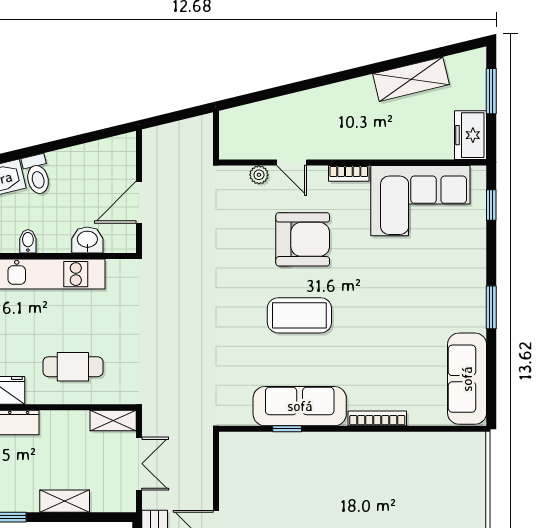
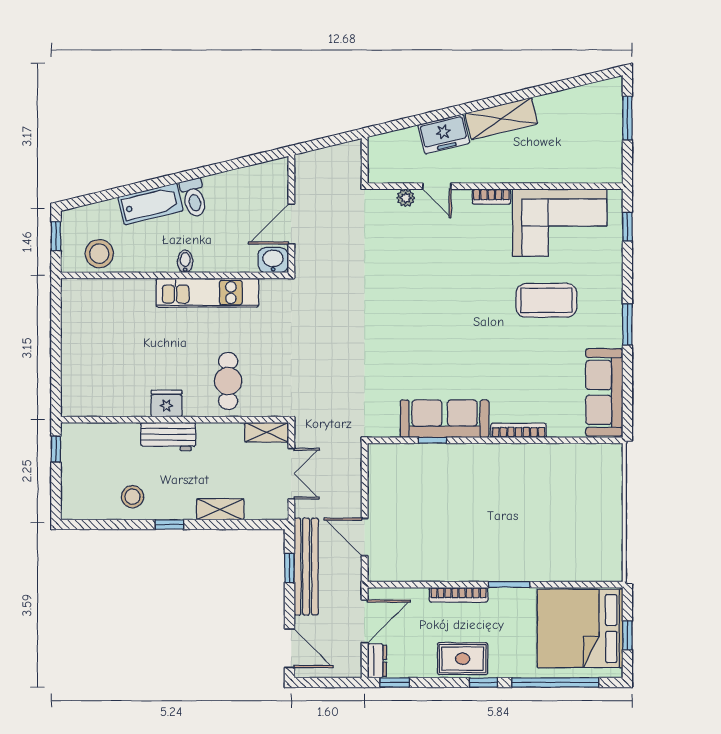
shelving: (411, 79) -> (501, 119), moved
freezer: (471, 135) -> (444, 134), moved, turned -104
armchair: (303, 239) -> (447, 260), removed
washbasin: (87, 240) -> (273, 260), moved
coffee table: (299, 315) -> (546, 300), moved
cafe table: (73, 367) -> (228, 381), turned 90

